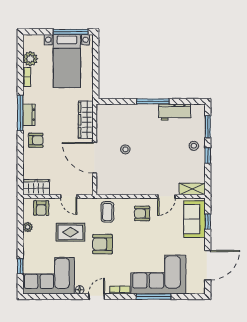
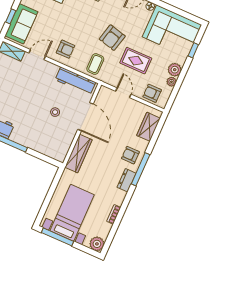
plant: (30, 59) -> (97, 244), moved
window: (20, 113) -> (141, 169), moved
wardrobe: (36, 187) -> (149, 127), moved, turned 90
workbench: (119, 187) -> (75, 81), added
armchair: (41, 208) -> (152, 93), turned -90
plant: (30, 240) -> (175, 70), added
armchair: (102, 244) -> (112, 38), turned 104

